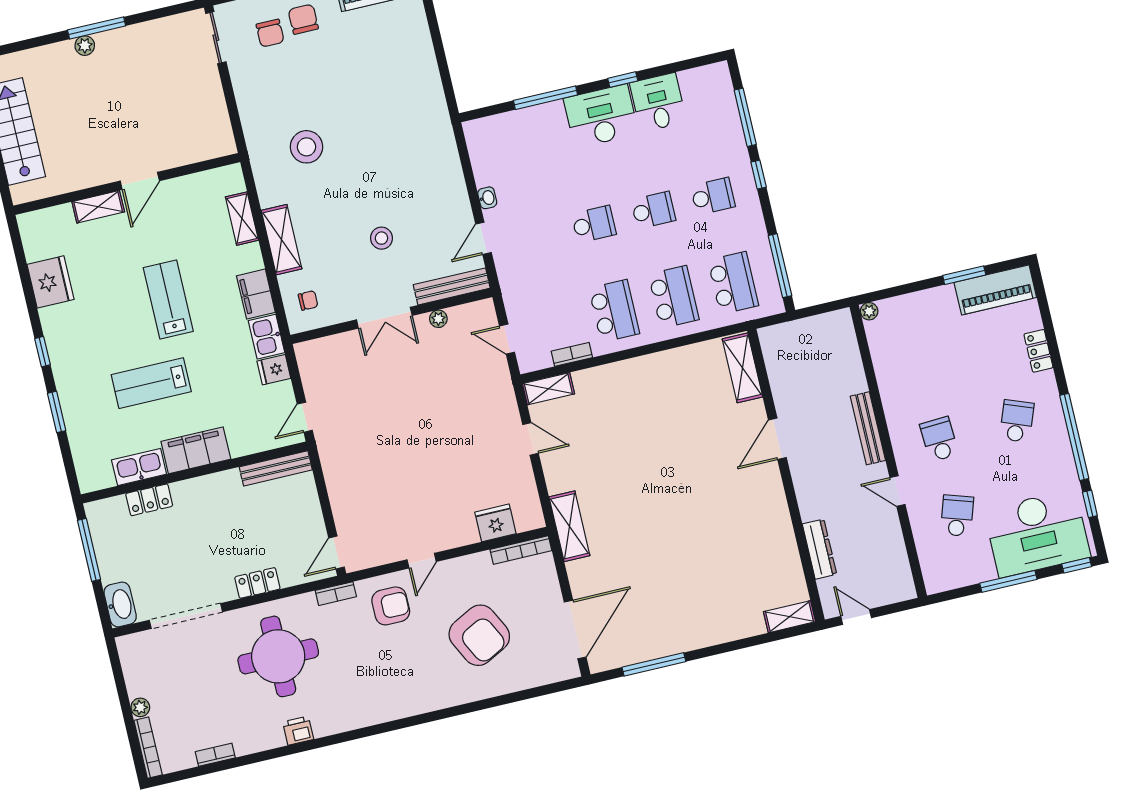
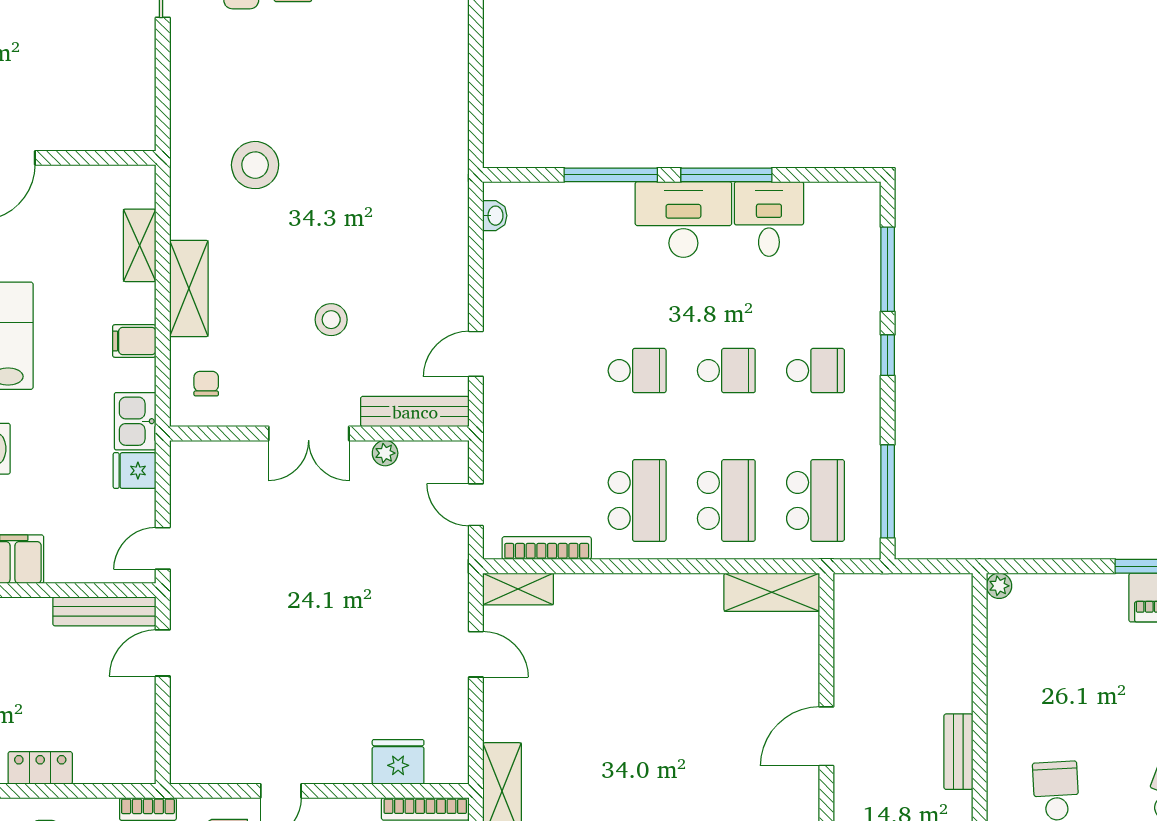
window: (623, 80) -> (726, 175), width x2.17
washbasin: (487, 198) -> (495, 216), moved
filing cabinet: (256, 294) -> (134, 341), width x0.50
chair: (308, 300) -> (206, 384), turned -90
bookcase: (572, 354) -> (547, 548), width x1.56
shelving: (742, 368) -> (772, 592), moved, turned 90
bench: (868, 428) -> (958, 752), width x0.73
door: (337, 552) -> (163, 653), moved

